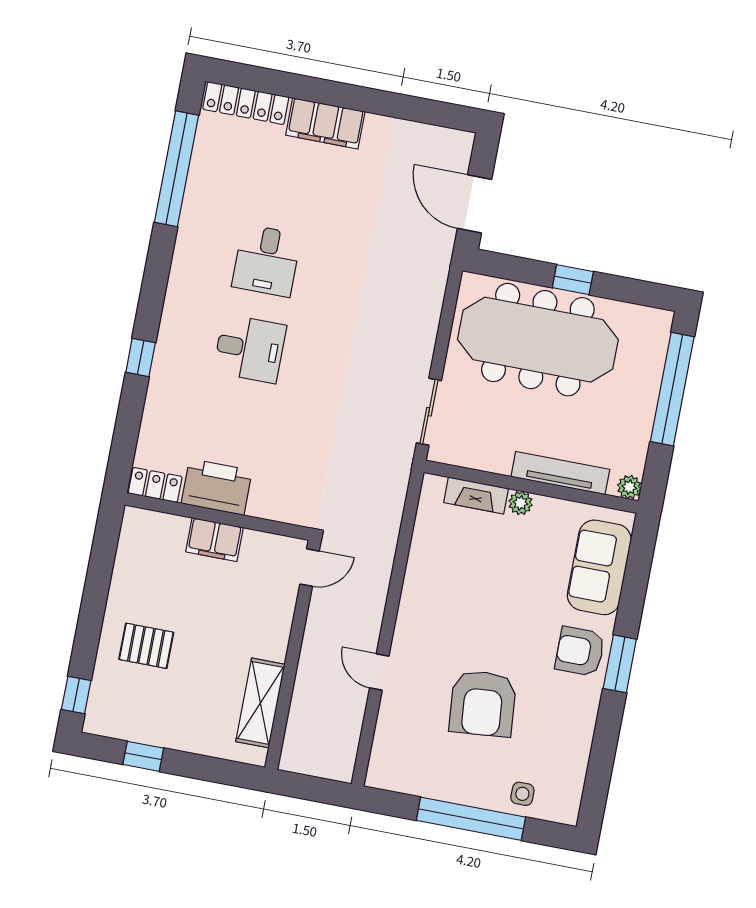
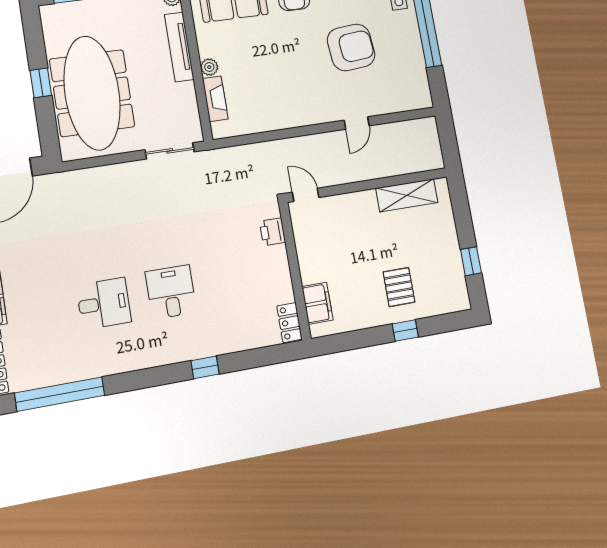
printer: (217, 487) -> (273, 232), moved, width x0.53, depth x0.68
filing cabinet: (214, 540) -> (317, 303), moved
window: (76, 695) -> (405, 330), moved

